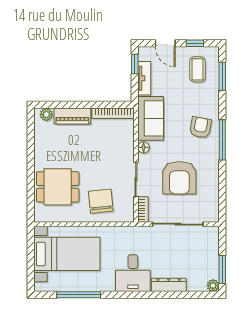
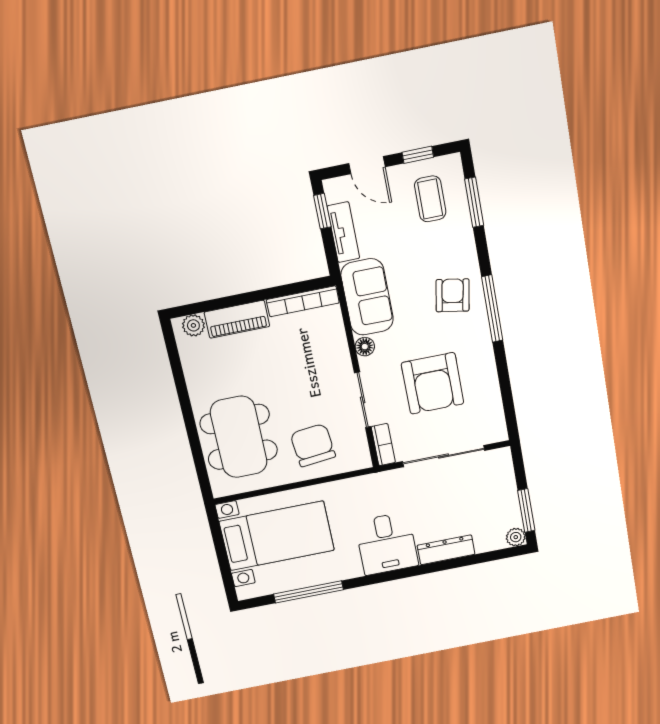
dining table: (58, 187) -> (239, 437), width x1.38

